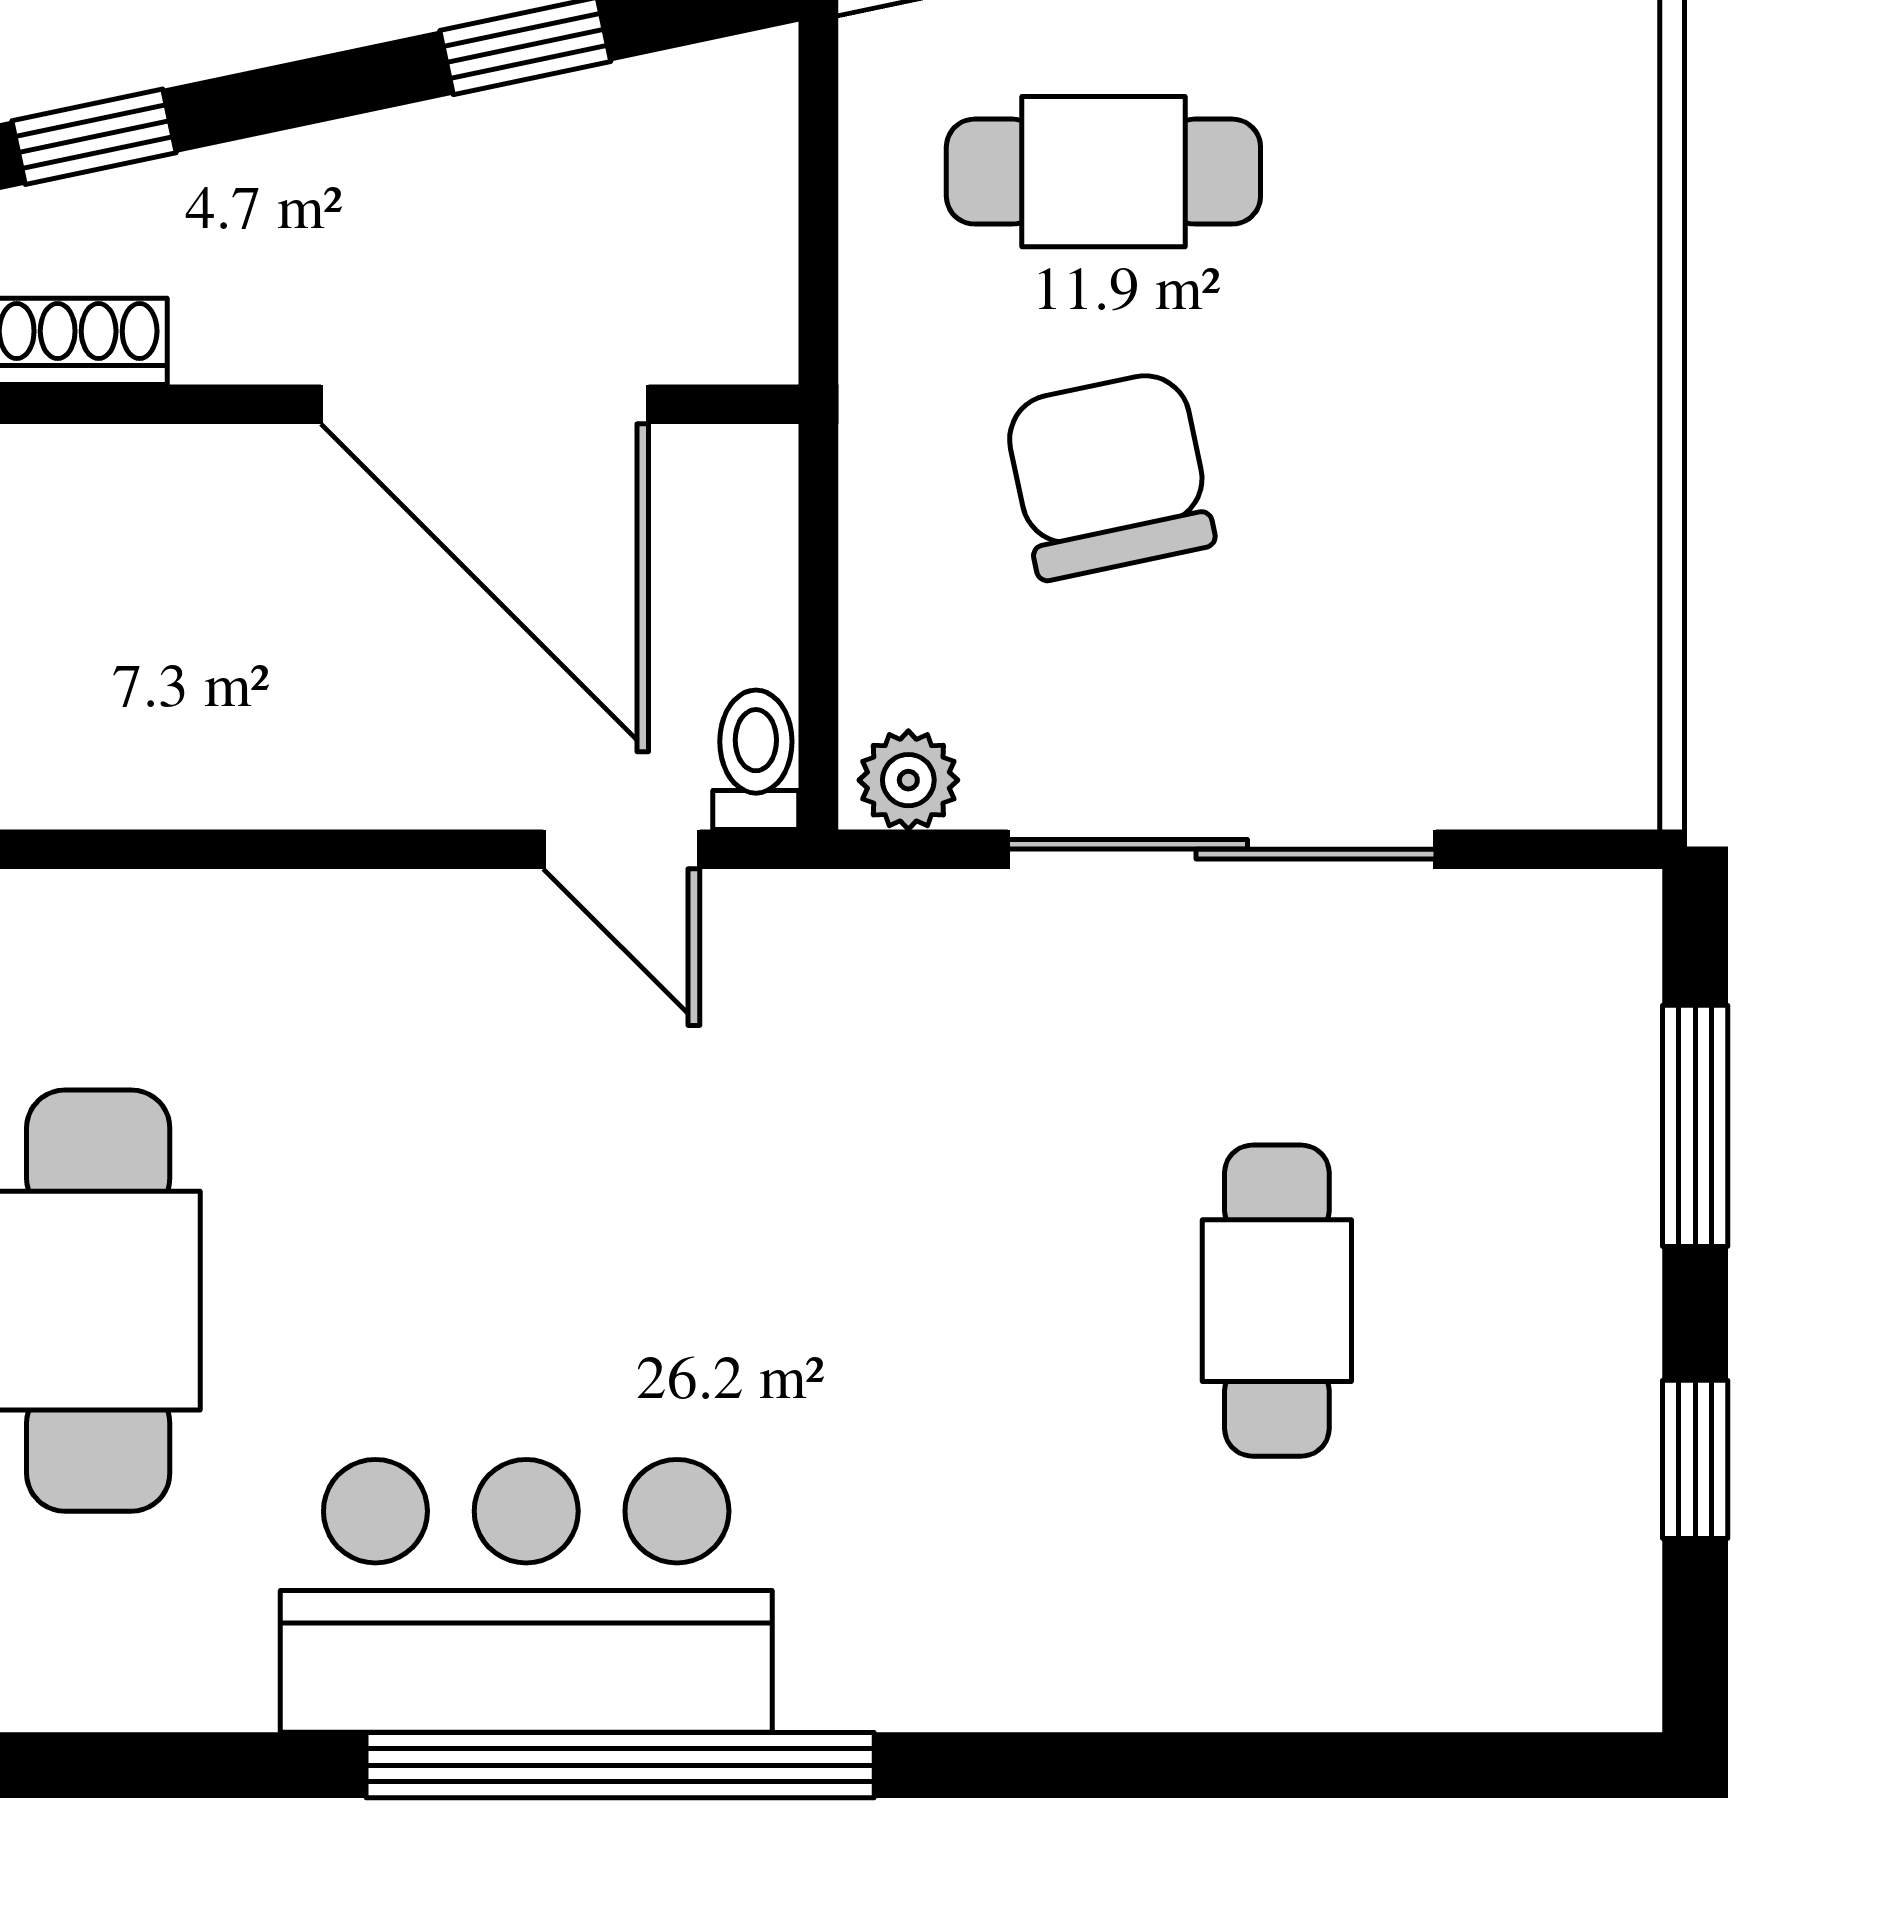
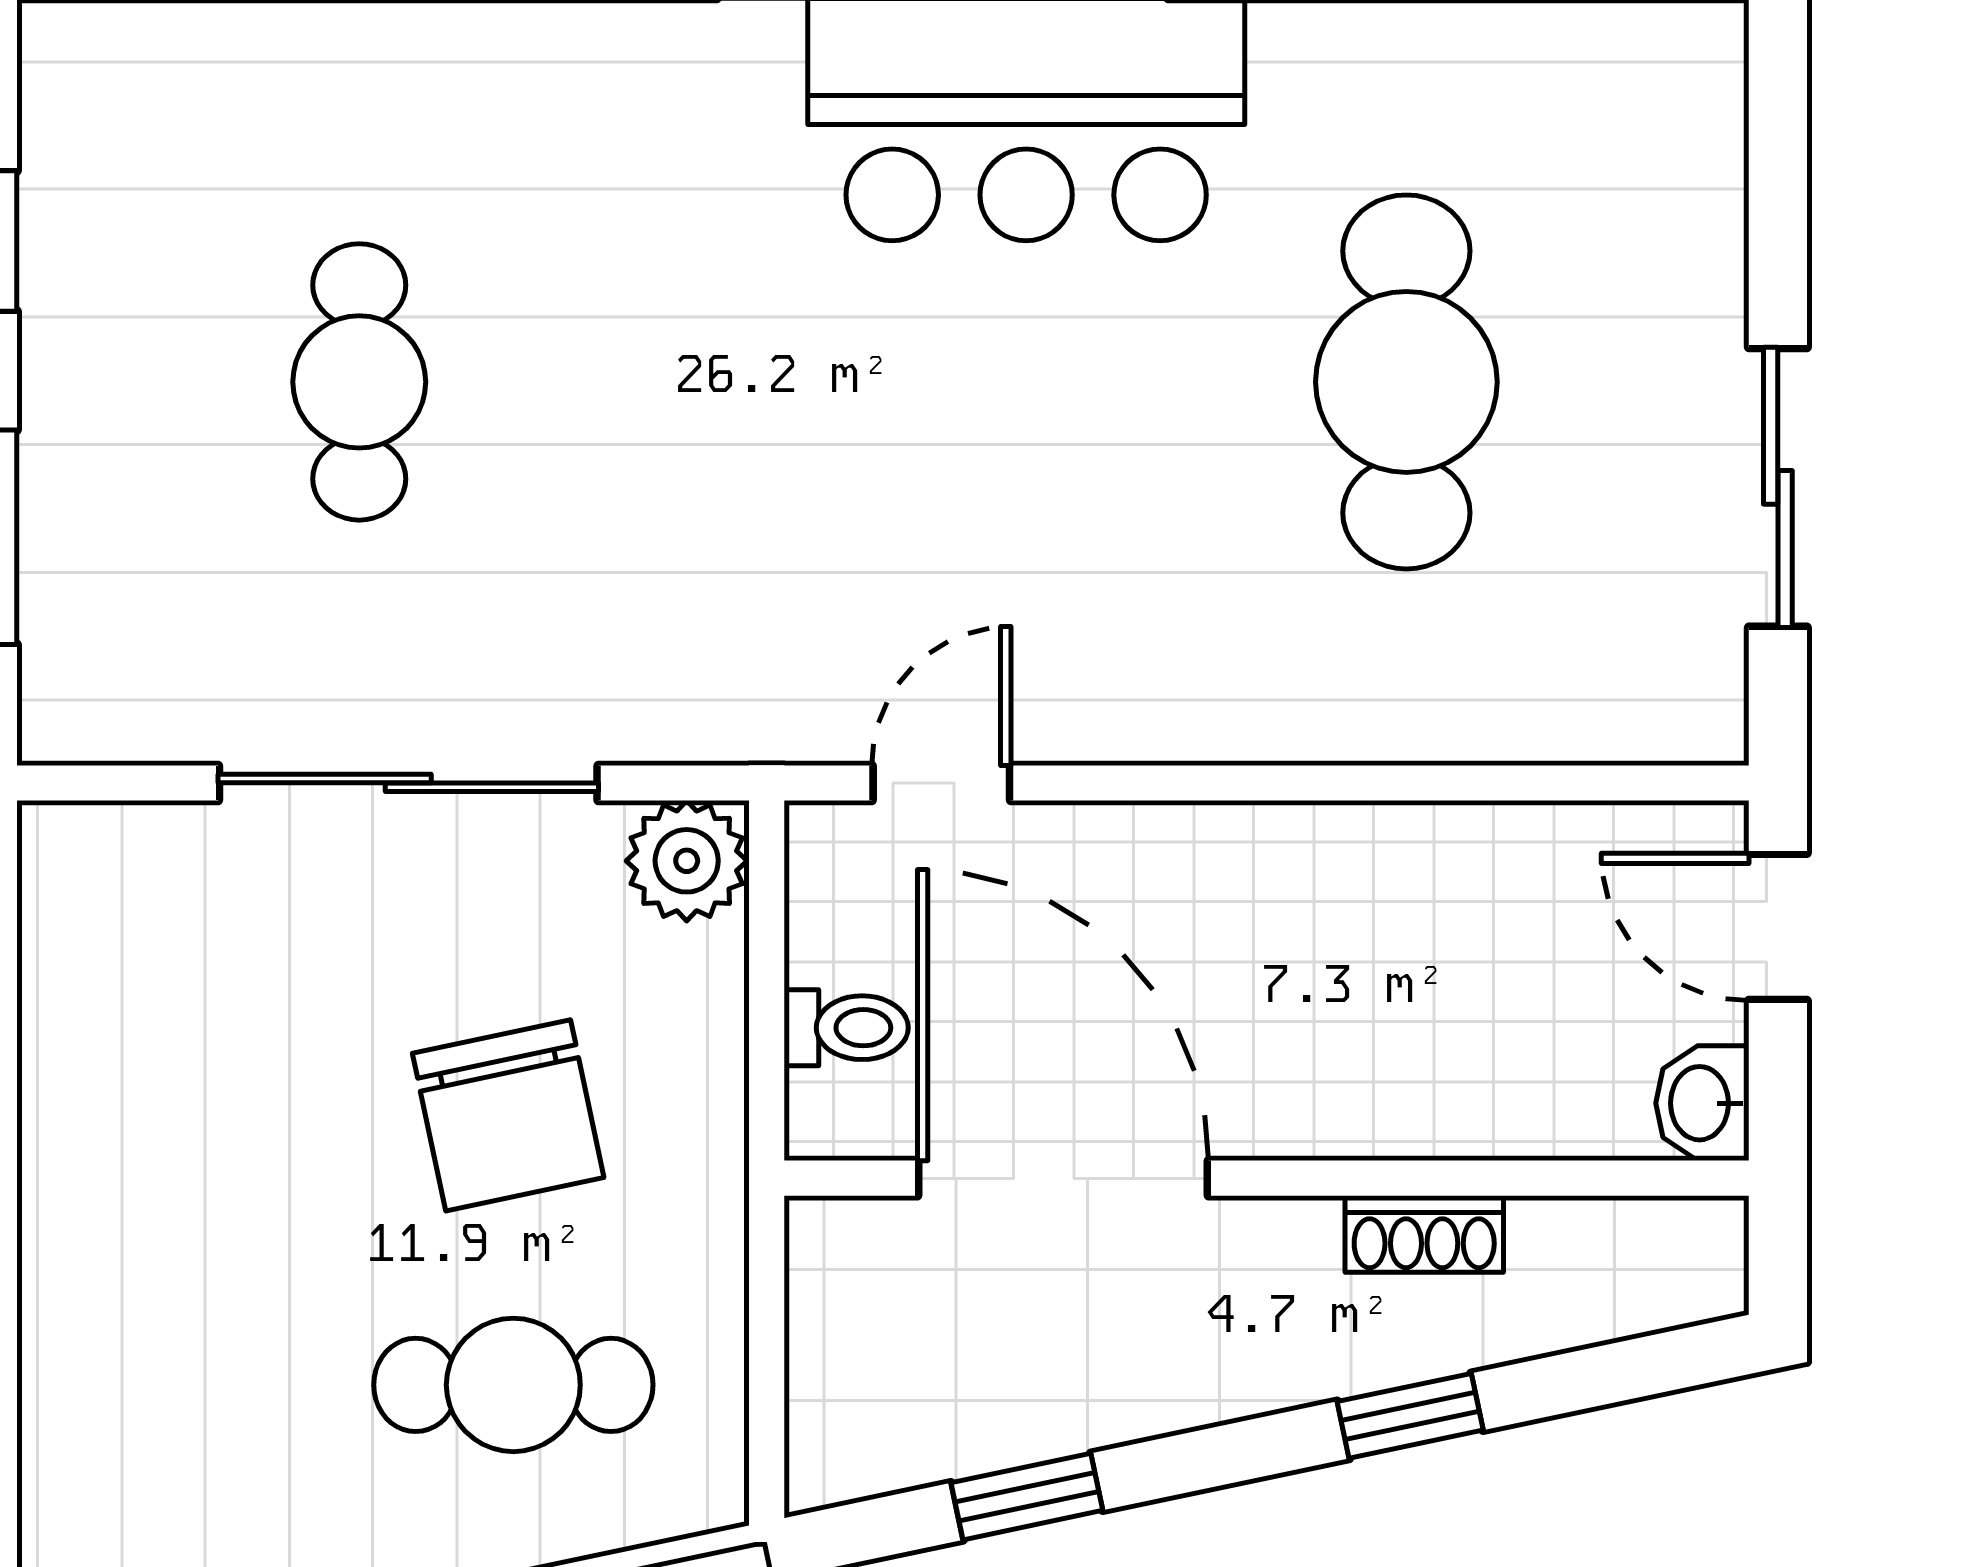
toilet: (756, 760) -> (846, 1028), moved, turned -90
plant: (908, 780) -> (687, 861), width x1.38, depth x1.38
door: (621, 849) -> (941, 783), hinge flipped

